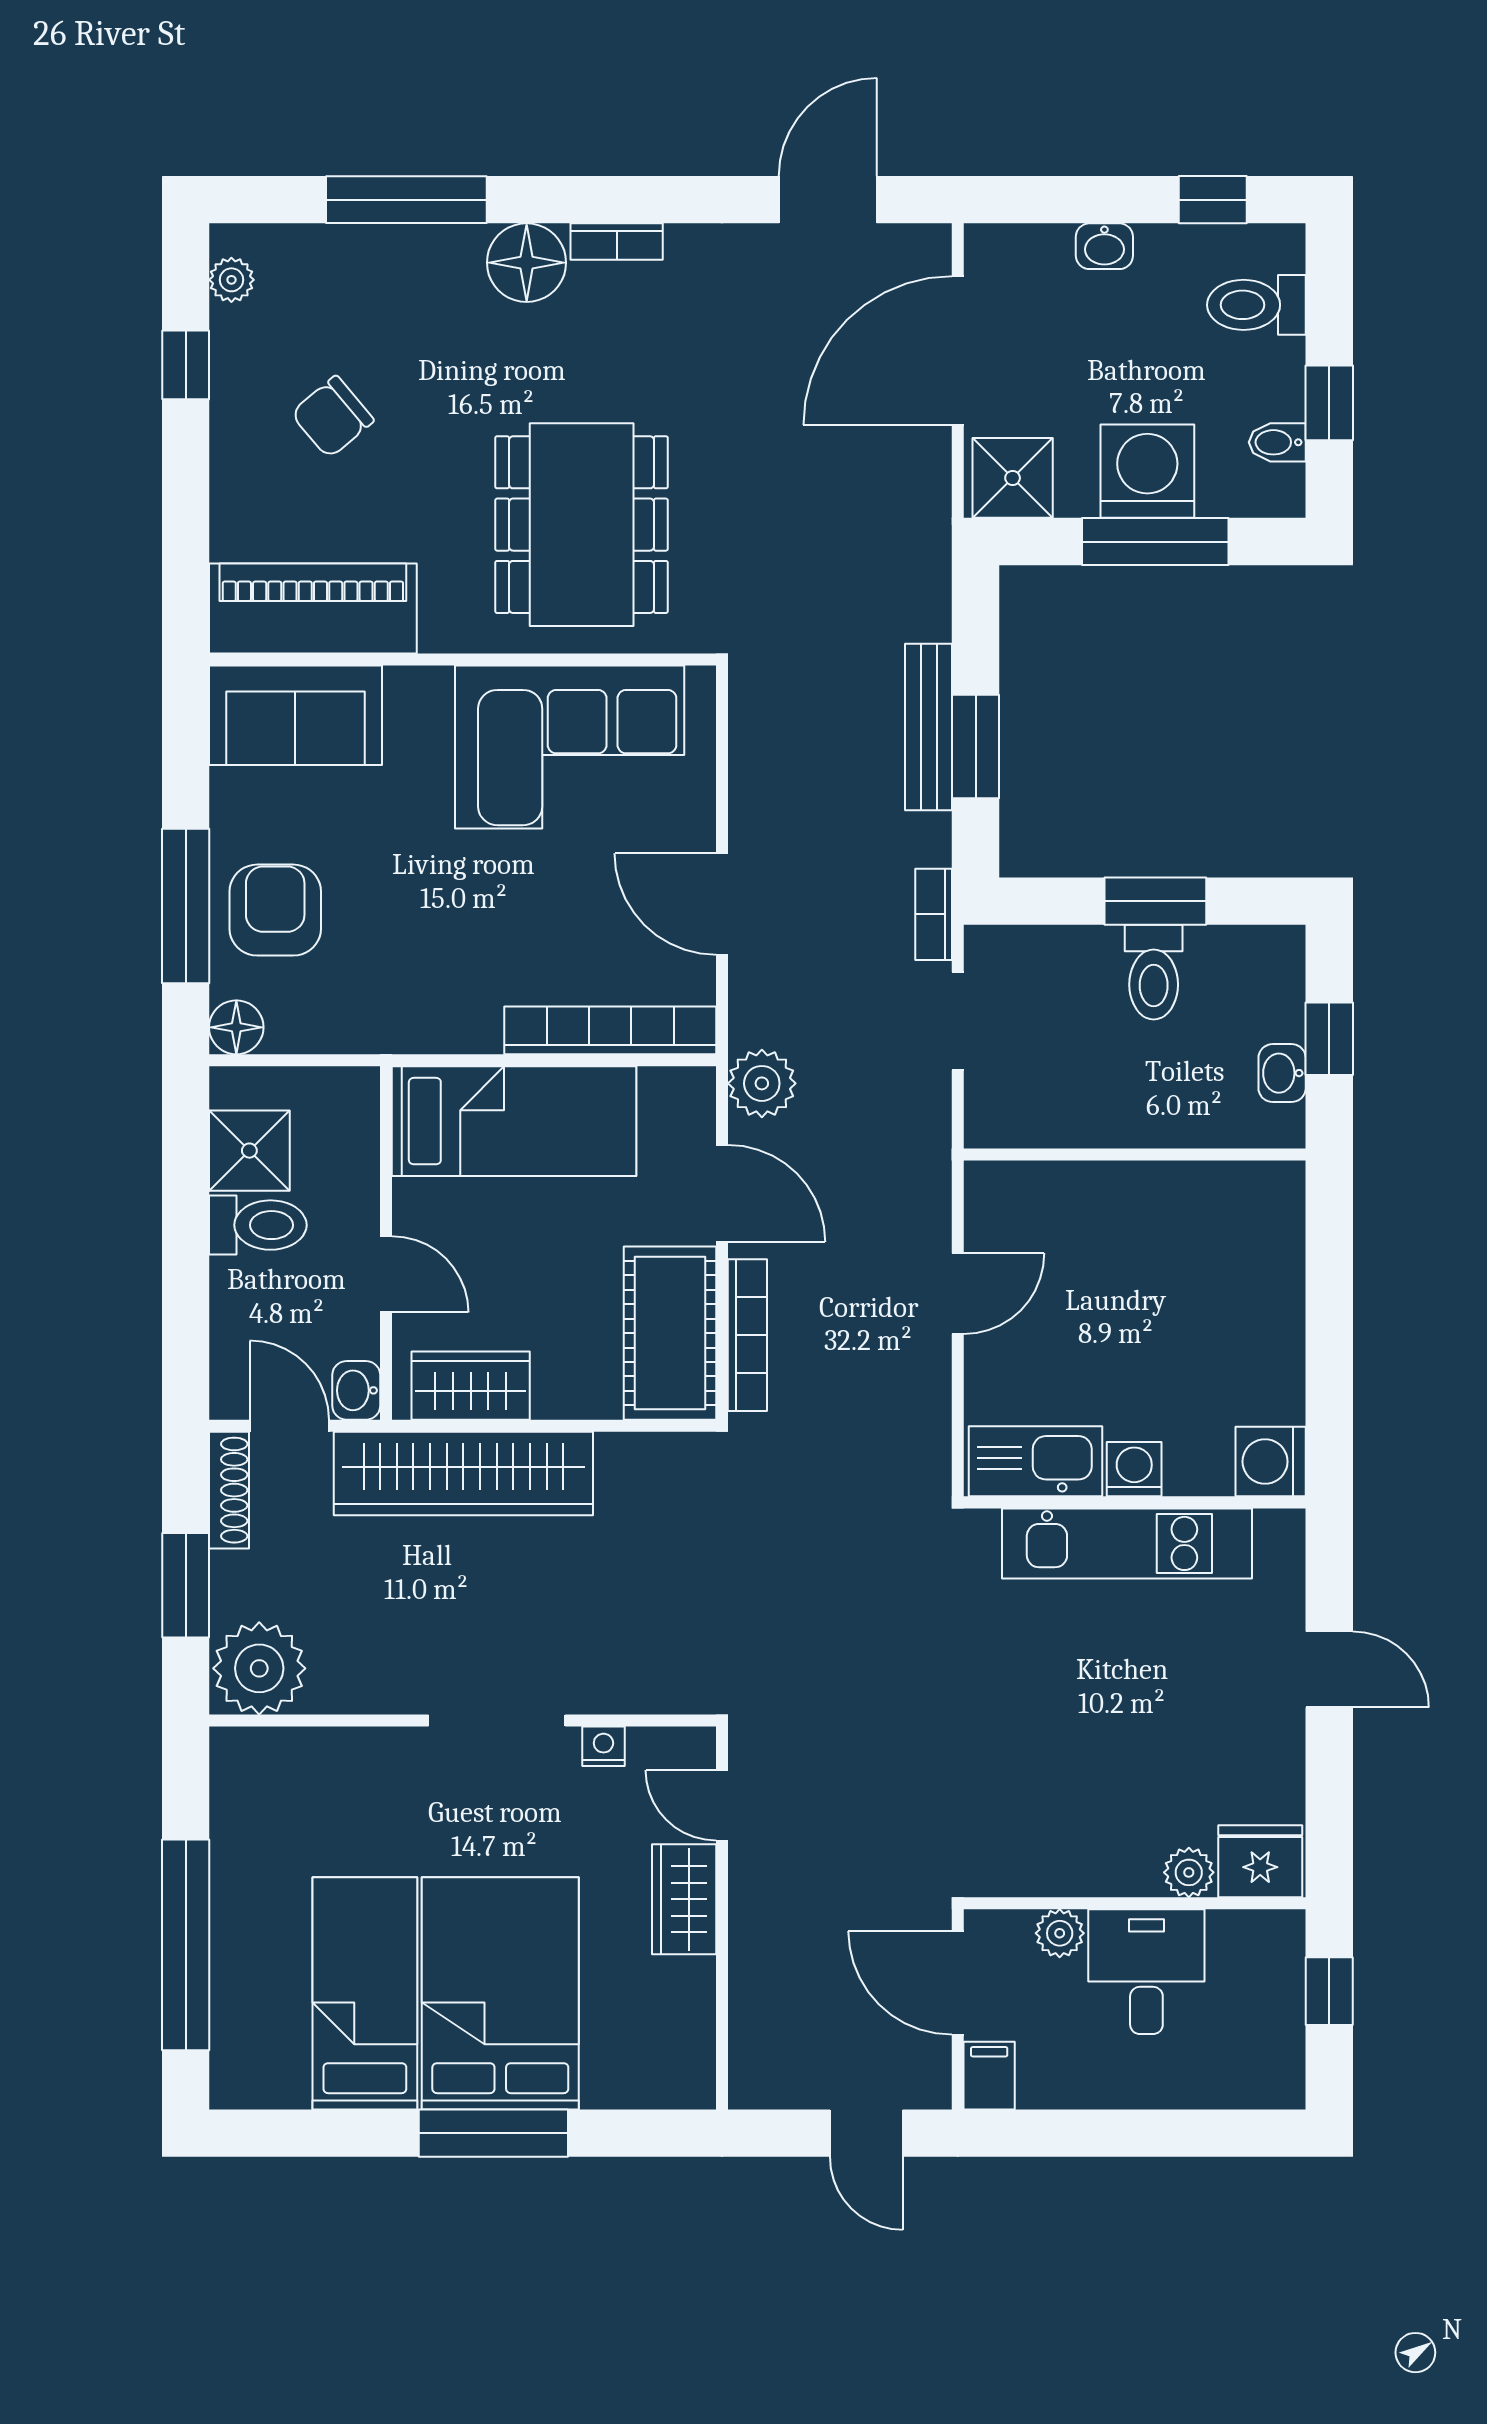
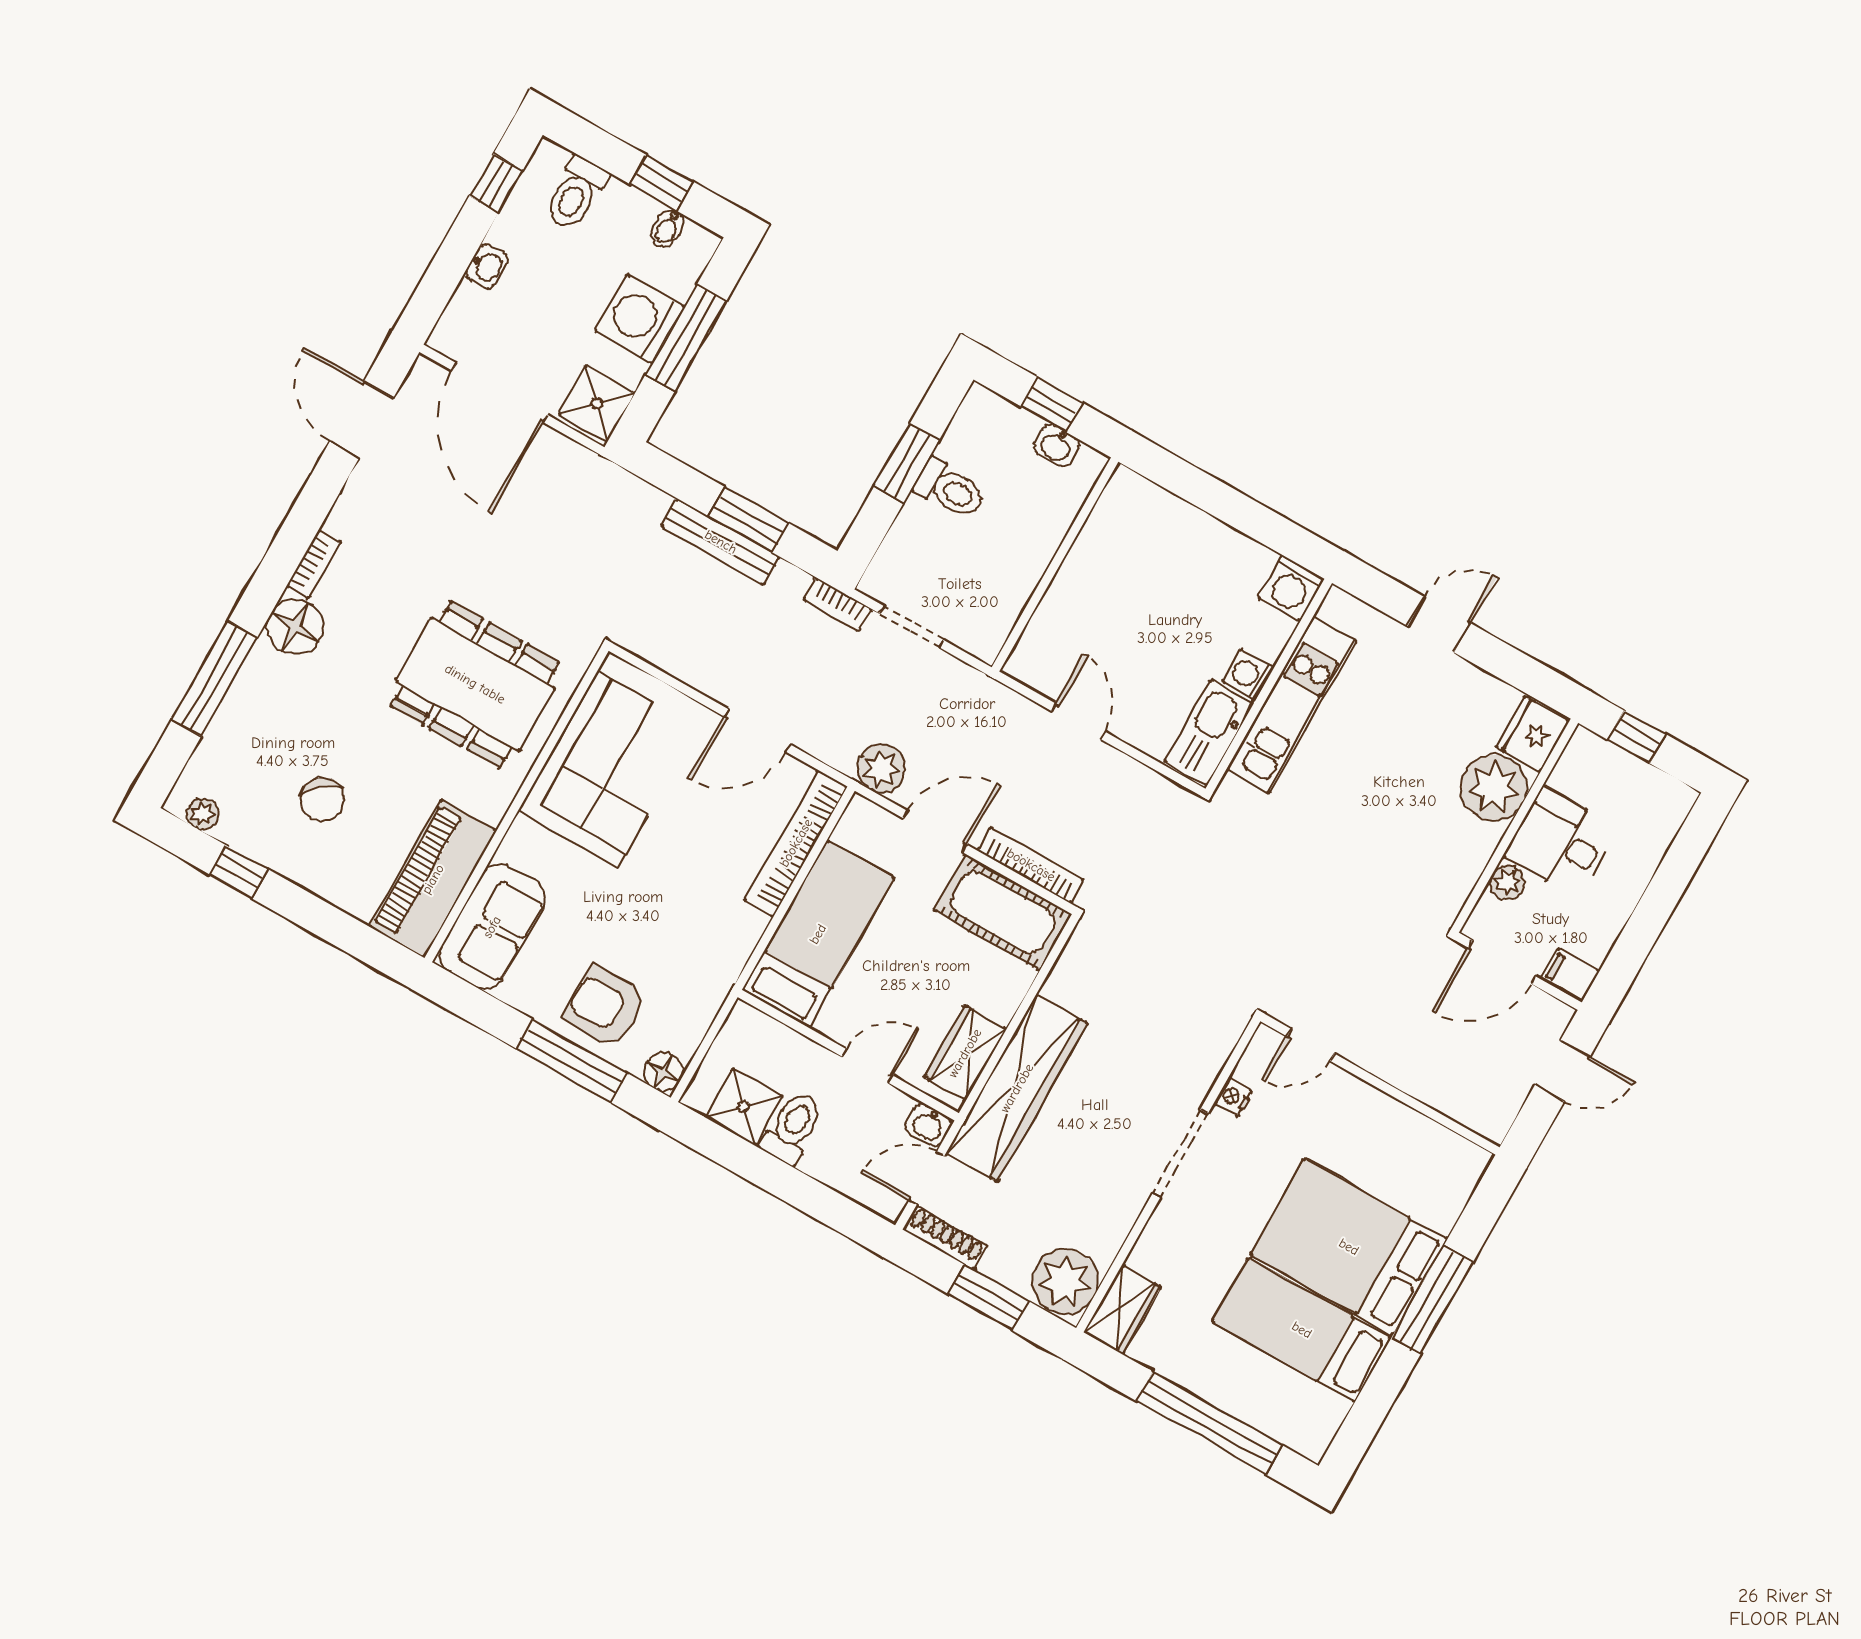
plant: (1189, 1872) -> (1494, 788), width x1.88, depth x1.88
wardrobe: (684, 1899) -> (1122, 1310), moved, turned -90

